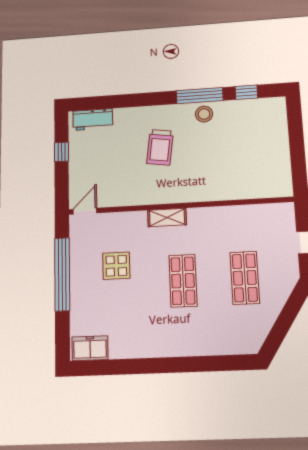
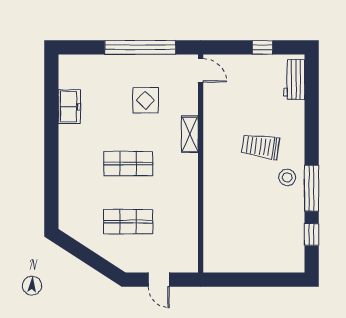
stool: (204, 114) -> (287, 177), moved
shelving: (167, 217) -> (190, 134), moved
freezer: (90, 348) -> (69, 107), moved

